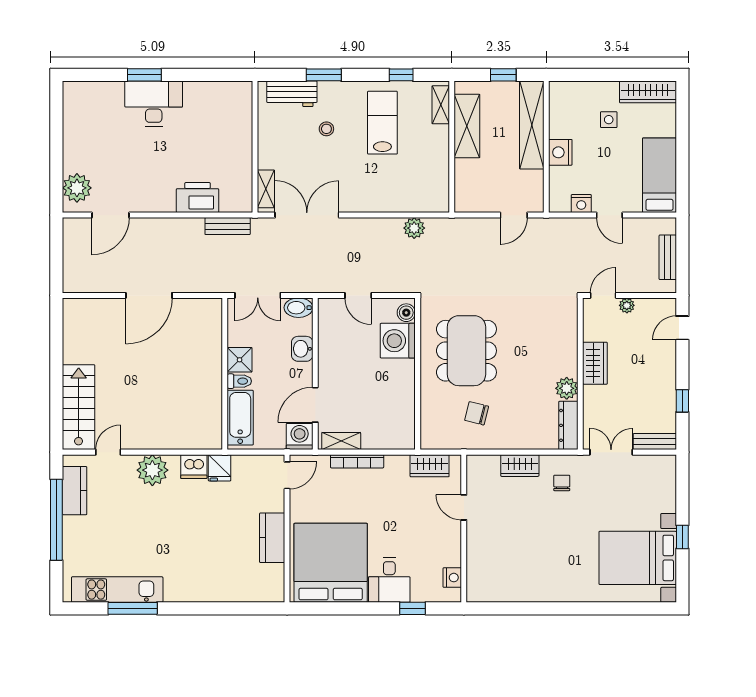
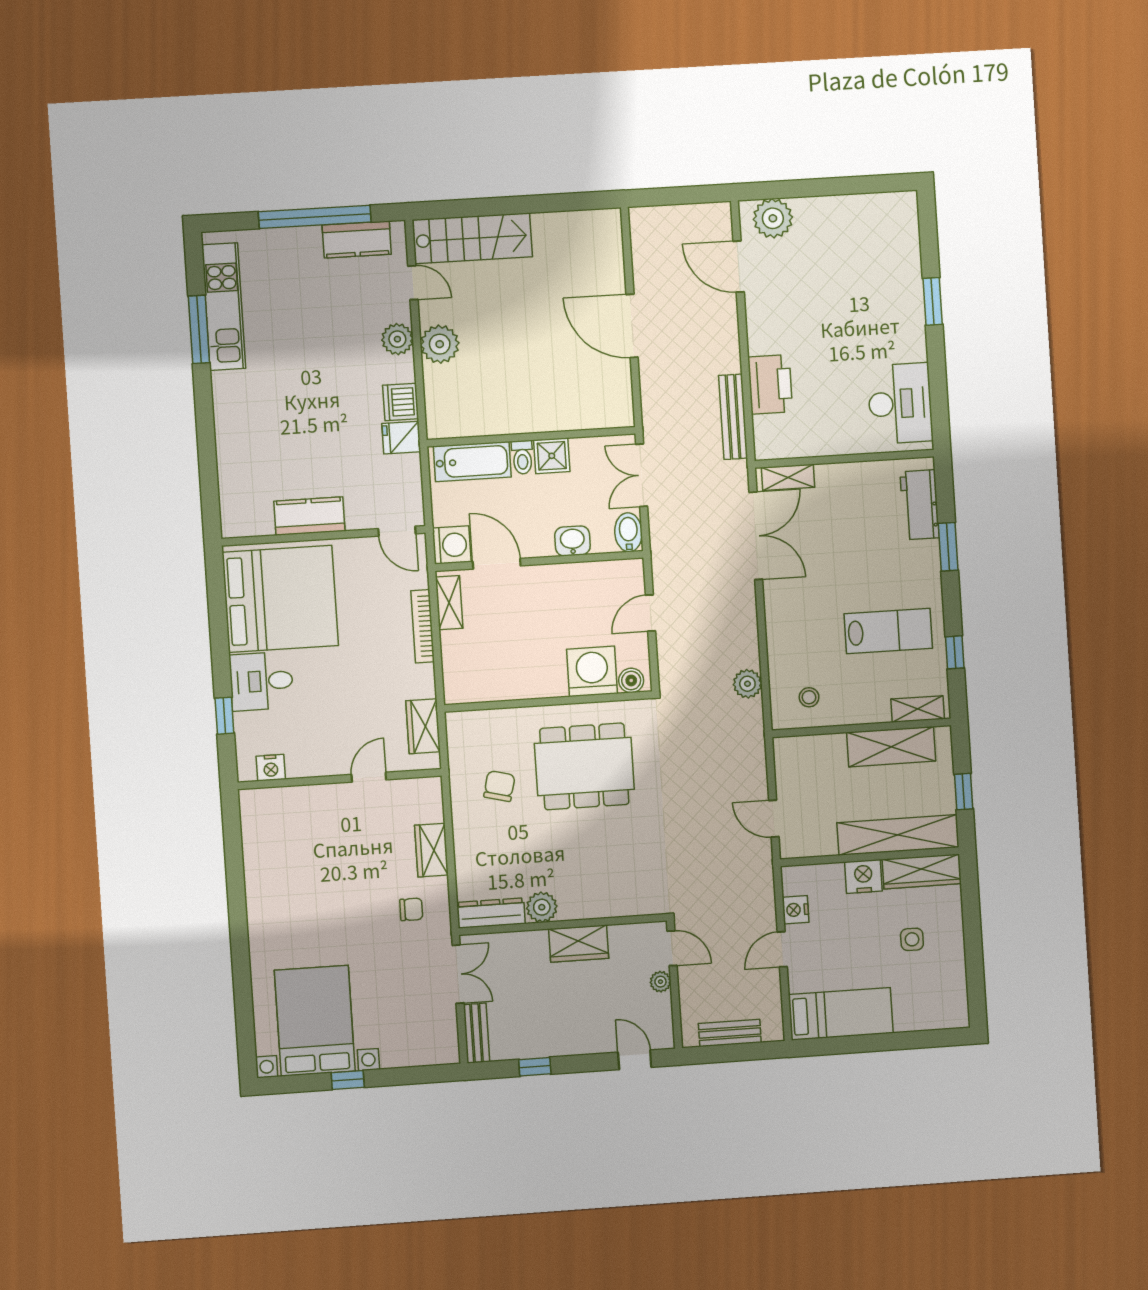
wardrobe: (648, 92) -> (922, 871), moved, turned -90
desk: (154, 103) -> (900, 403), moved
stool: (326, 129) -> (809, 697), moved
bench: (228, 226) -> (733, 417), width x1.36
plant: (154, 436) -> (440, 344), added
plant: (152, 470) -> (397, 339), width x0.73, depth x0.73

